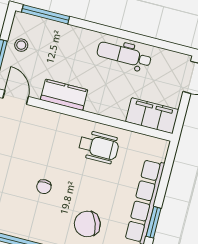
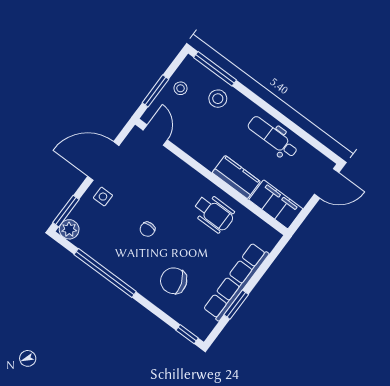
stool: (59, 41) -> (218, 99), added
kitchen counter: (64, 95) -> (236, 177), moved

